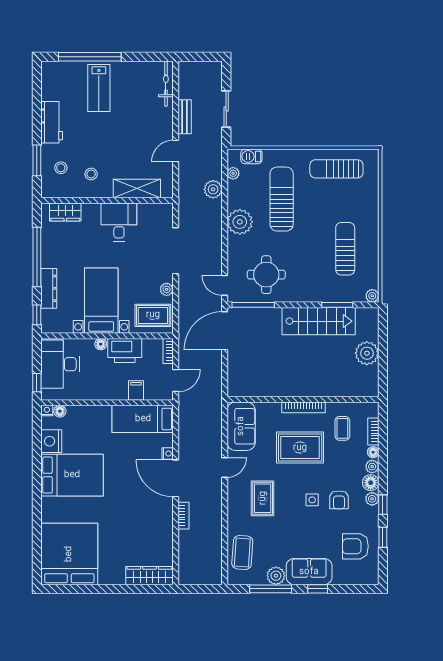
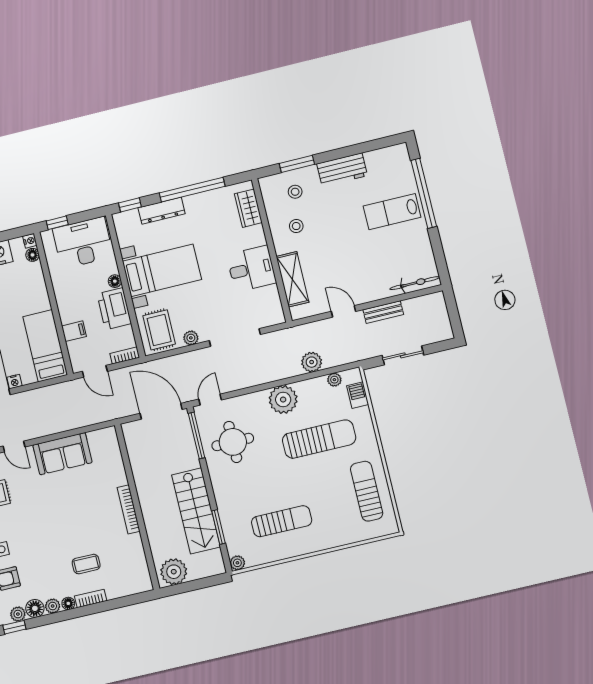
wall: (303, 399) -> (137, 507), moved
bookcase: (303, 407) -> (129, 509), moved
rug: (300, 448) -> (55, 523), removed

